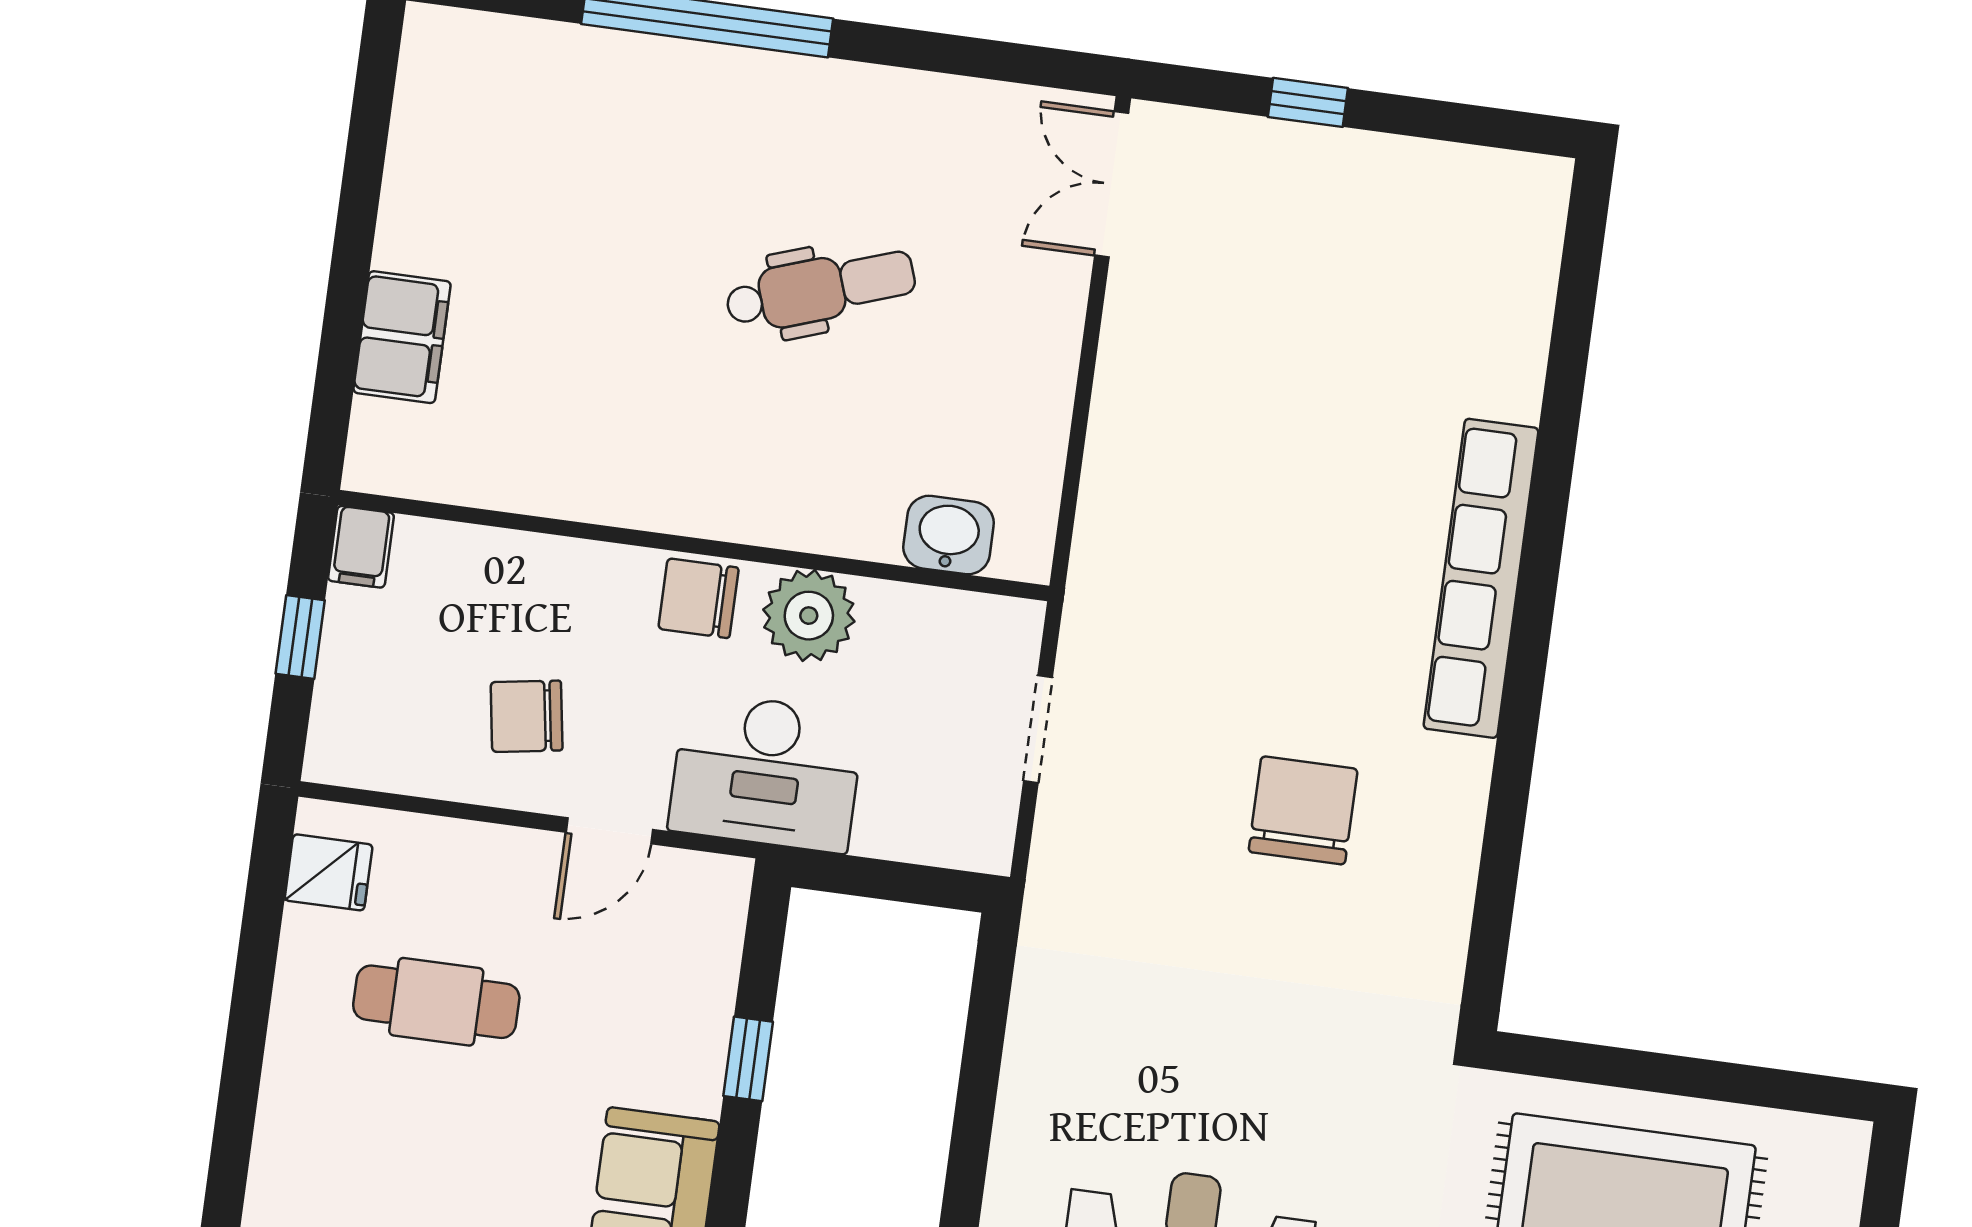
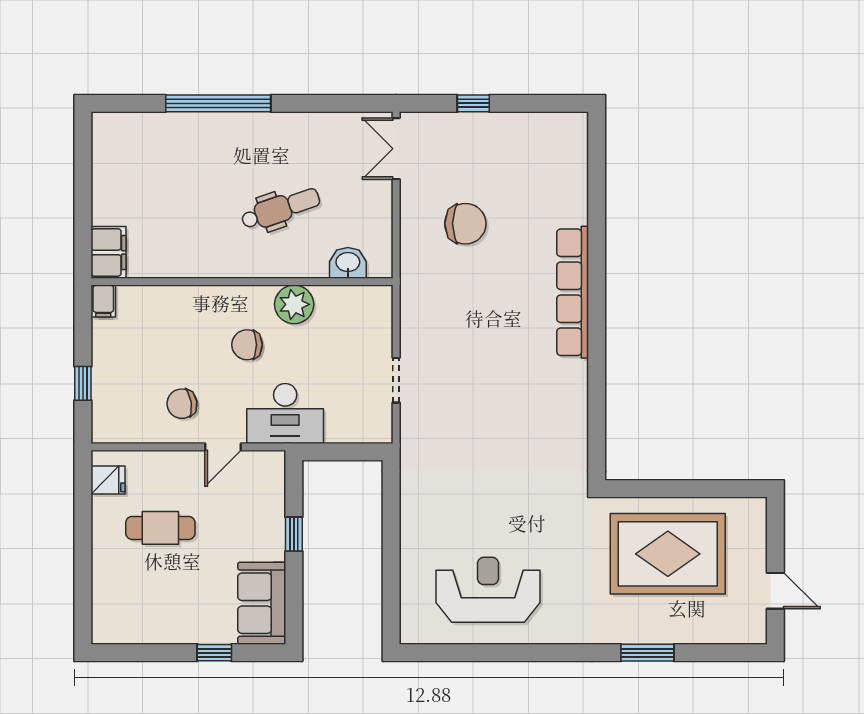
washbasin: (949, 535) -> (348, 263), moved
wall: (694, 546) -> (242, 282), moved
filing cabinet: (361, 547) -> (103, 301), moved
plant: (809, 616) -> (294, 304), moved
chair: (1303, 810) -> (465, 224), moved, turned 90

